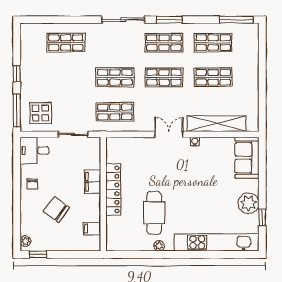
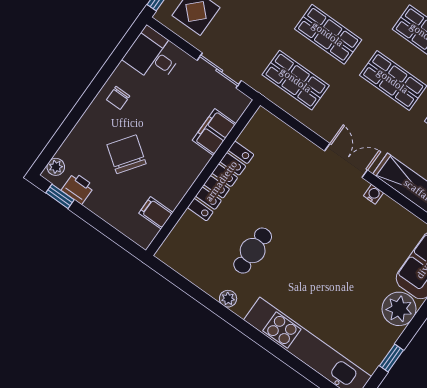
filing cabinet: (92, 182) -> (214, 132), moved
plant: (248, 203) -> (399, 309), moved
cafe table: (154, 213) -> (253, 251), width x0.73, depth x0.74
printer: (44, 244) -> (78, 188), added

